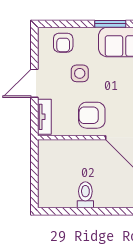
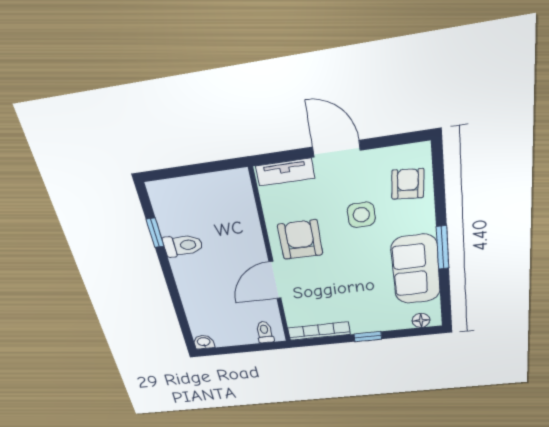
armchair: (63, 43) -> (408, 184), turned 95
window: (74, 211) -> (155, 233), added

